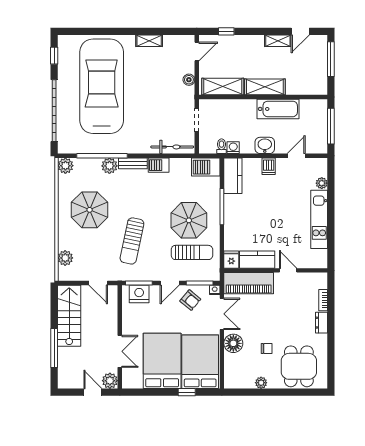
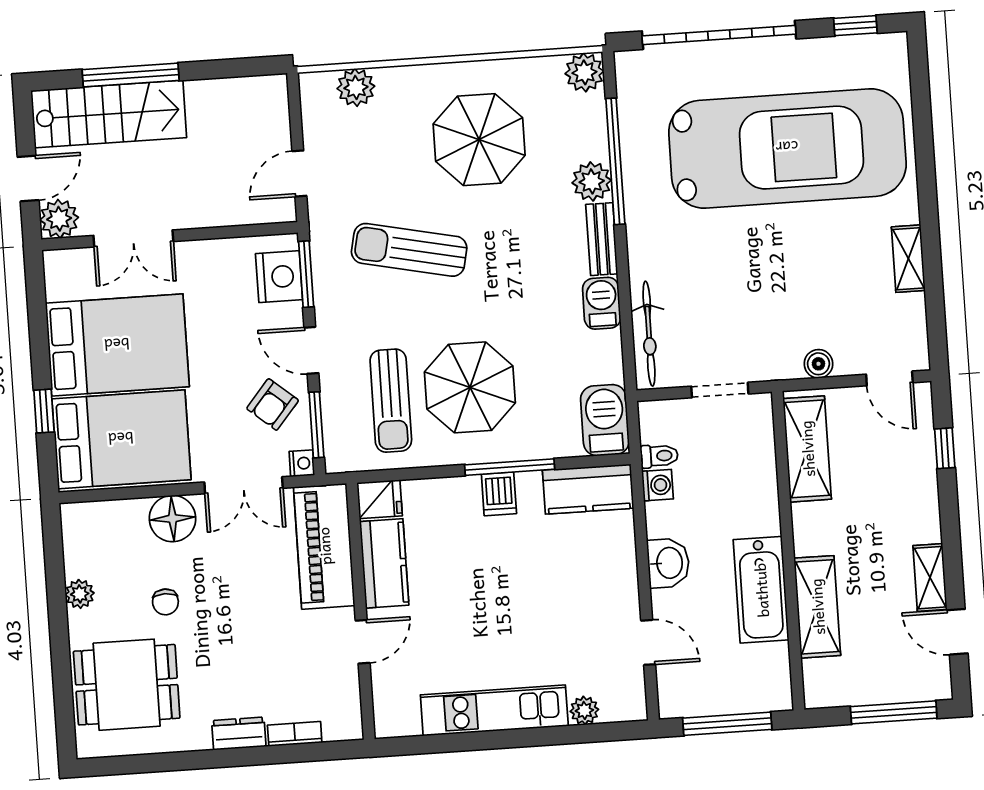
shelving: (265, 87) -> (817, 607), moved
dishwasher: (269, 166) -> (499, 494), moved, turned -90
stairs: (69, 316) -> (109, 114), moved

